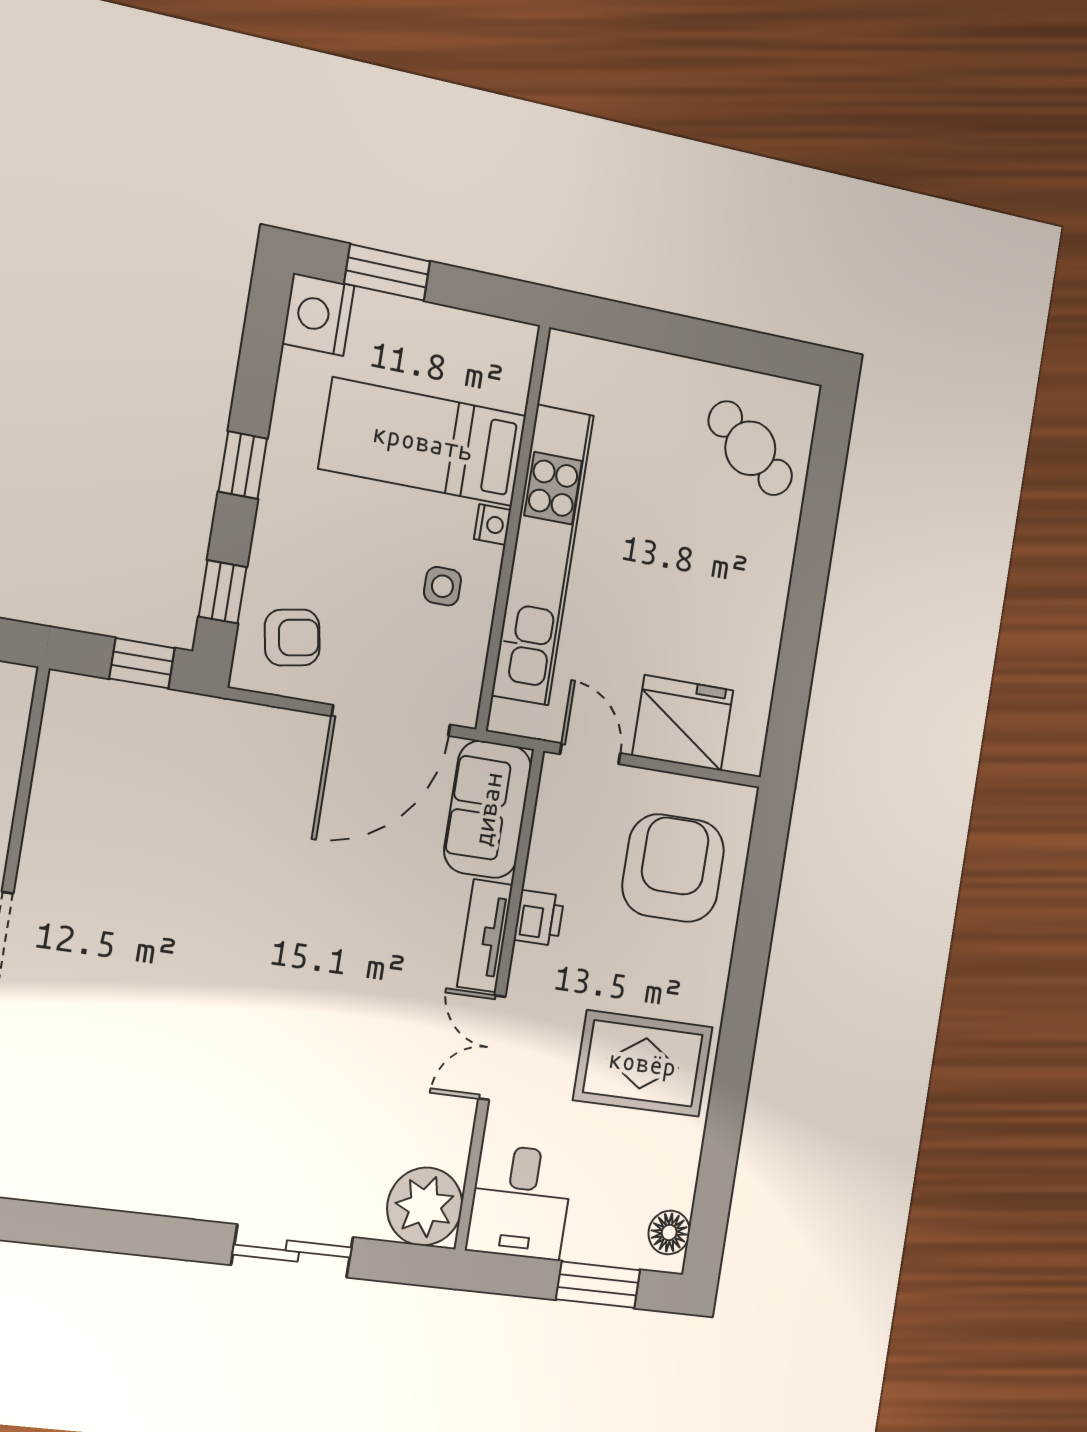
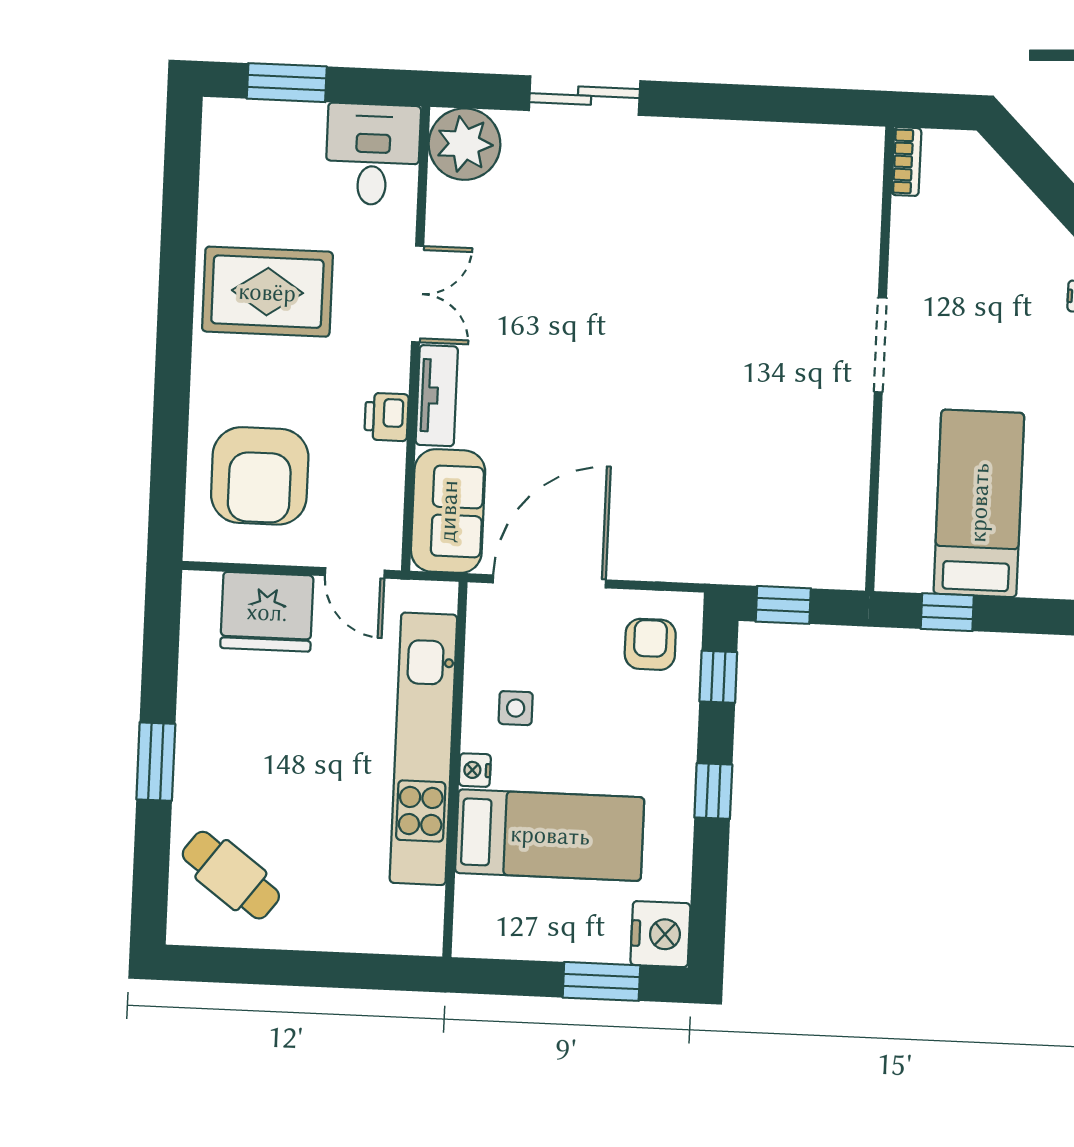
window: (809, 579) -> (156, 762), added
armchair: (292, 638) -> (650, 644), turned 100
floor lamp: (669, 1233) -> (222, 136), removed

